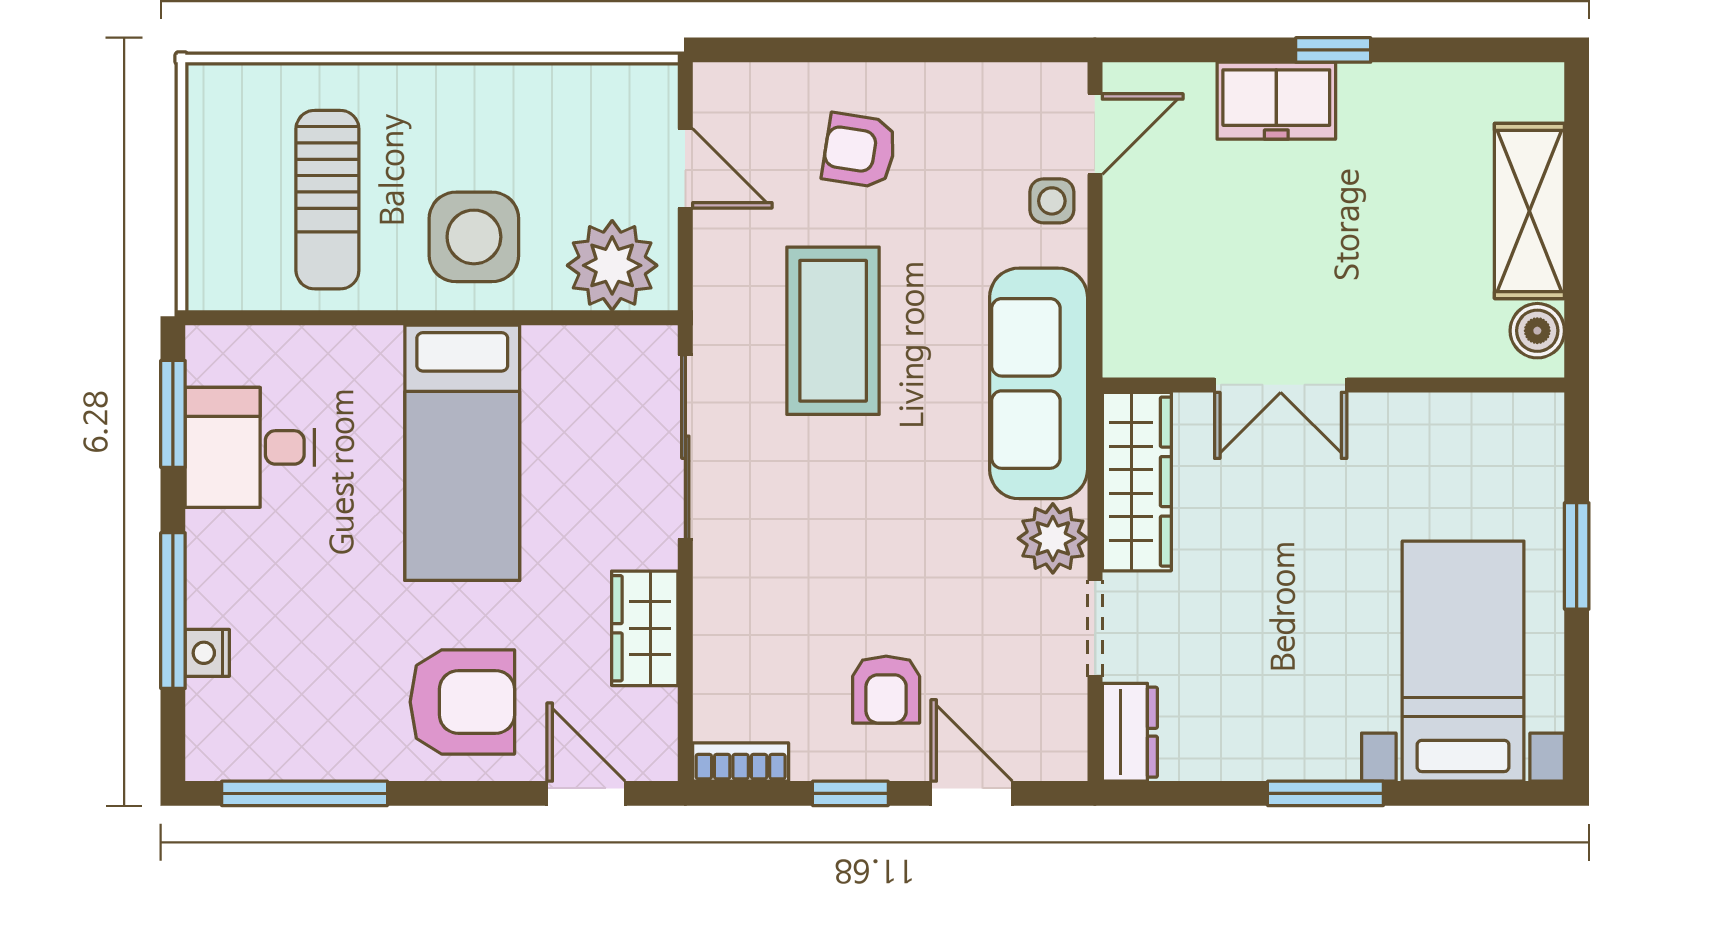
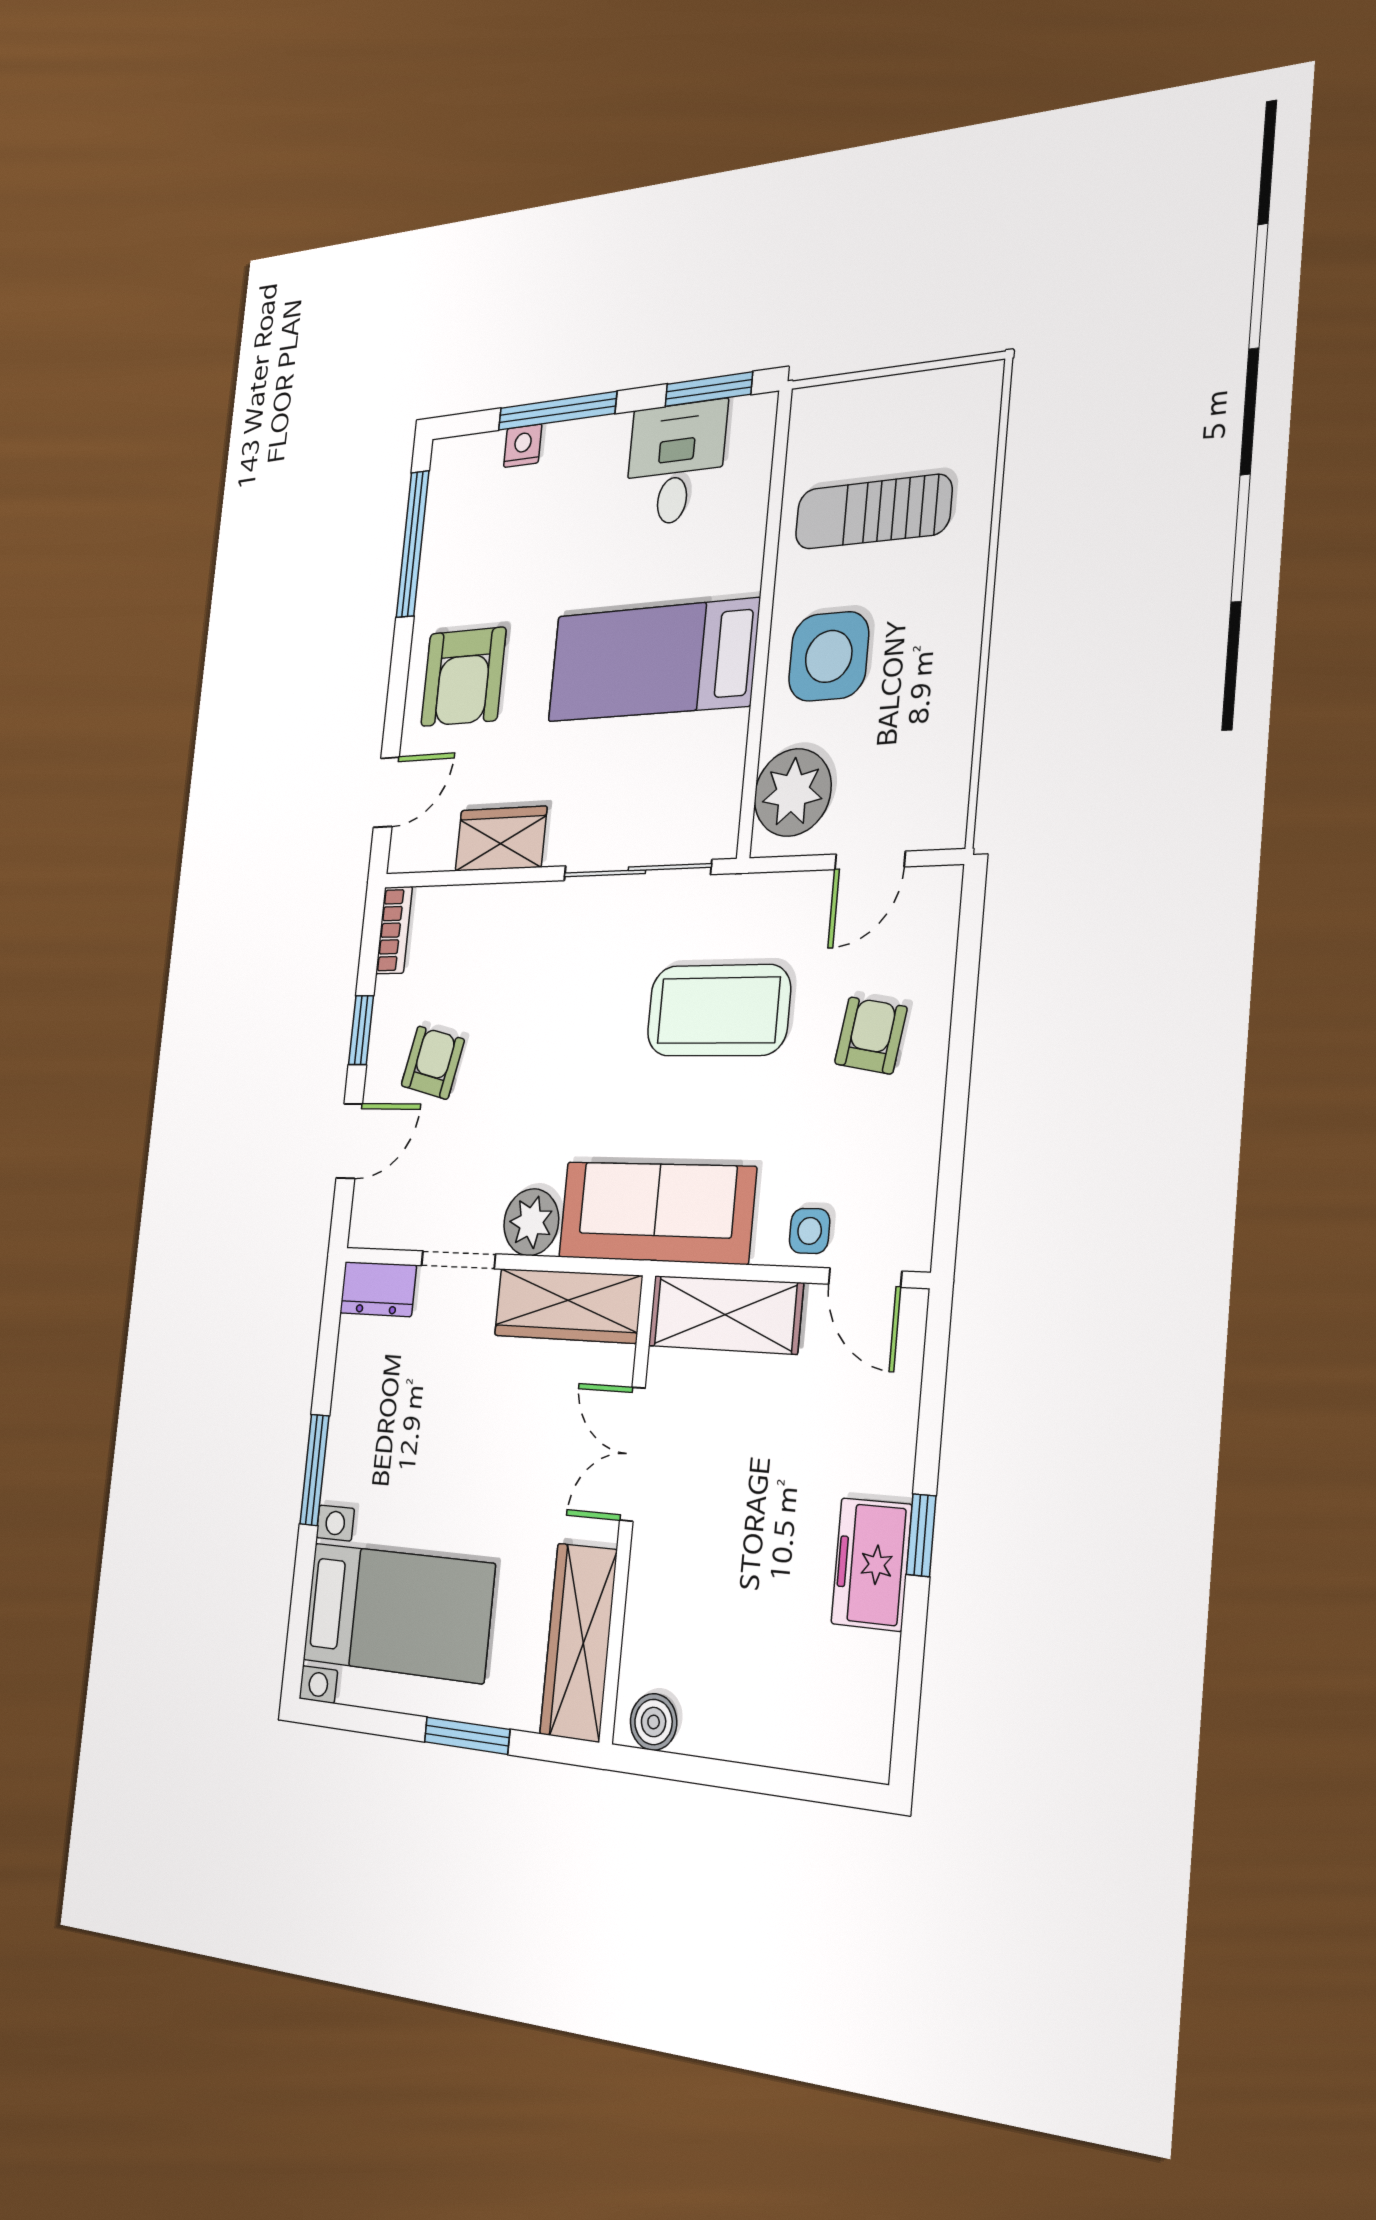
freezer: (1276, 101) -> (872, 1564), moved
shelving: (1529, 211) -> (725, 1315), moved
wardrobe: (1470, 429) -> (579, 1642), added
armchair: (886, 690) -> (433, 1063), turned 103

